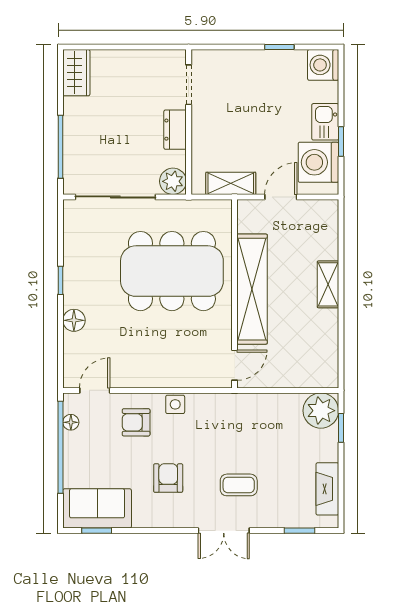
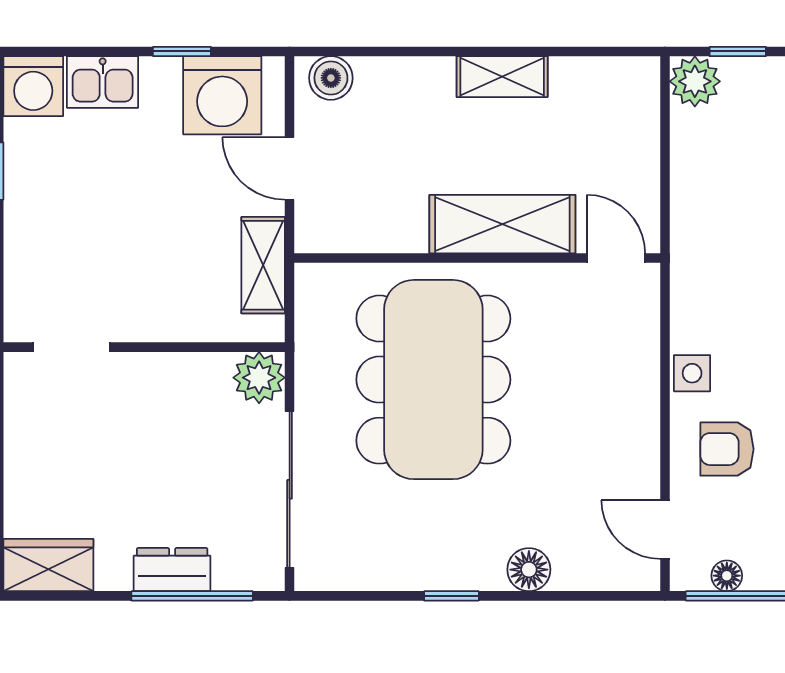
kitchen sink: (325, 122) -> (103, 82), moved
dresser: (175, 130) -> (172, 570), moved, turned 180
boiler: (327, 218) -> (331, 78), added
shelving: (328, 284) -> (502, 77), moved
shelving: (252, 289) -> (502, 224), width x0.68
plant: (321, 411) -> (695, 81), width x0.73, depth x0.73
armchair: (136, 422) -> (727, 449), turned 90

